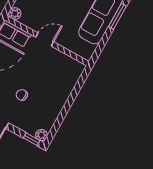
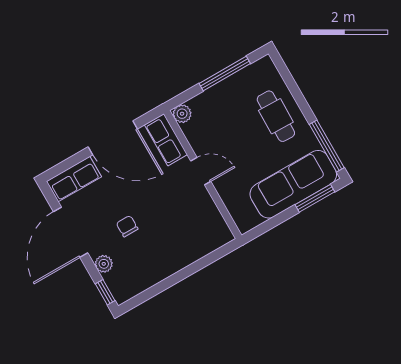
plant: (41, 135) -> (104, 264), moved

